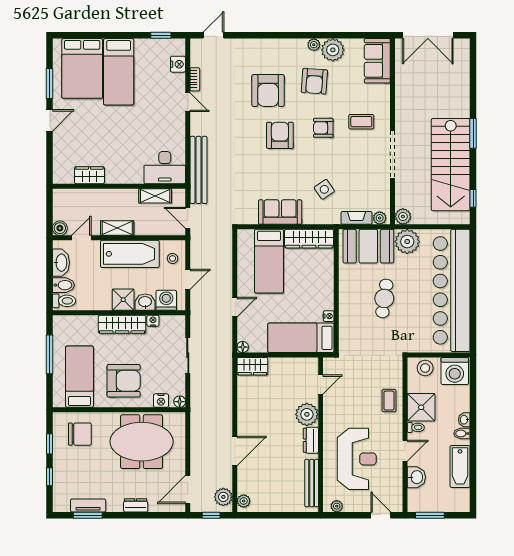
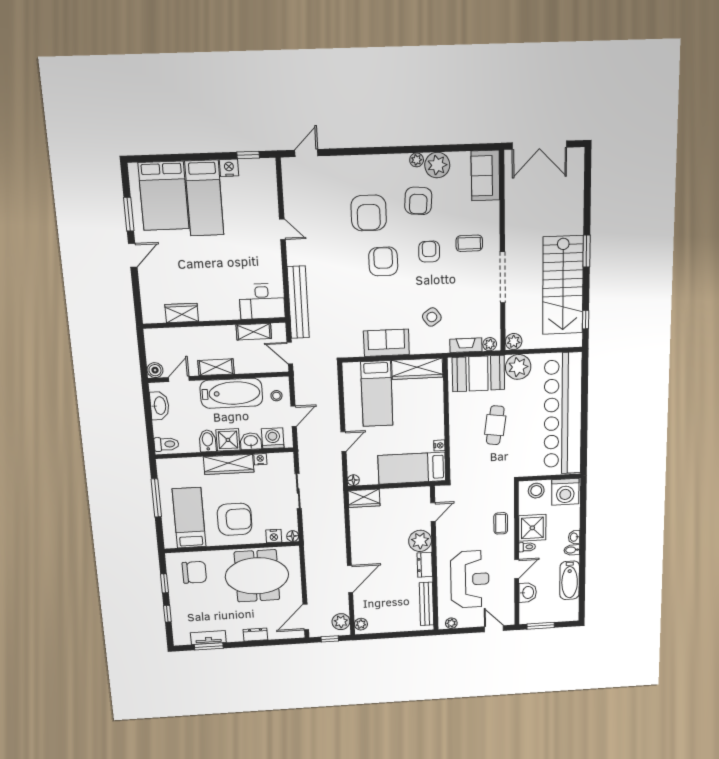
nightstand: (178, 64) -> (229, 168), moved, turned -90
bookcase: (195, 79) -> (289, 204), removed
armchair: (323, 128) -> (429, 252), turned 90
bidet: (63, 285) -> (208, 441), moved, turned -90

